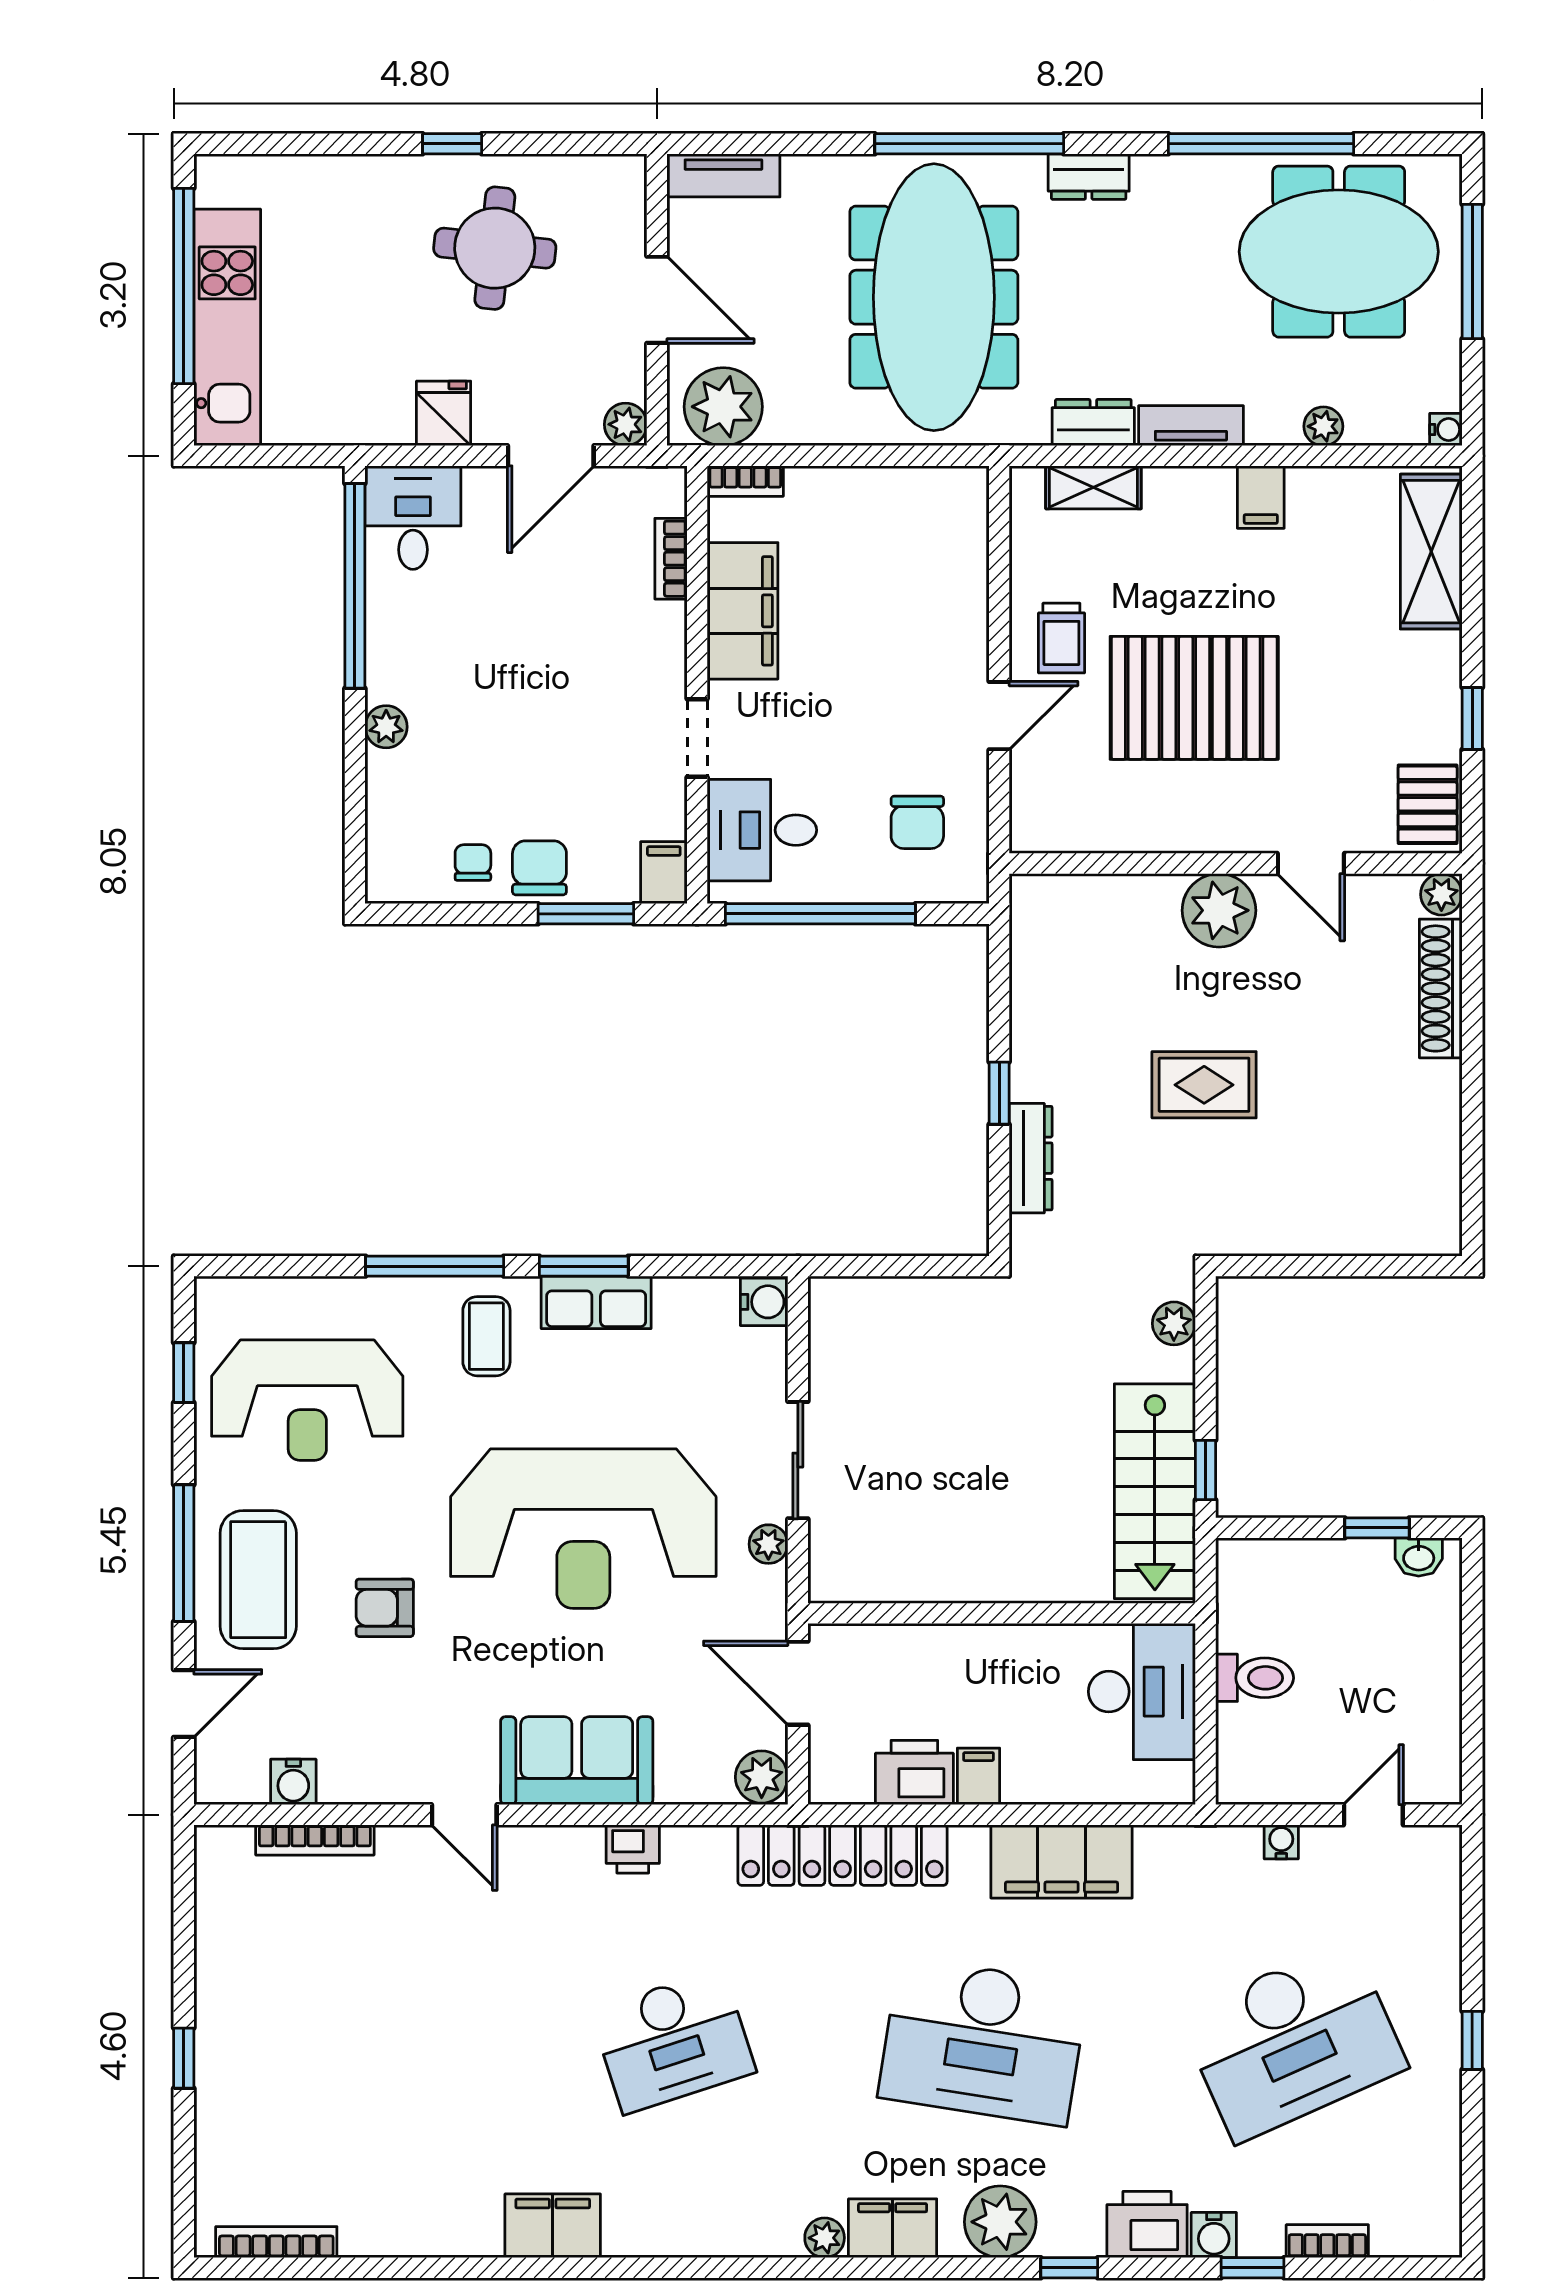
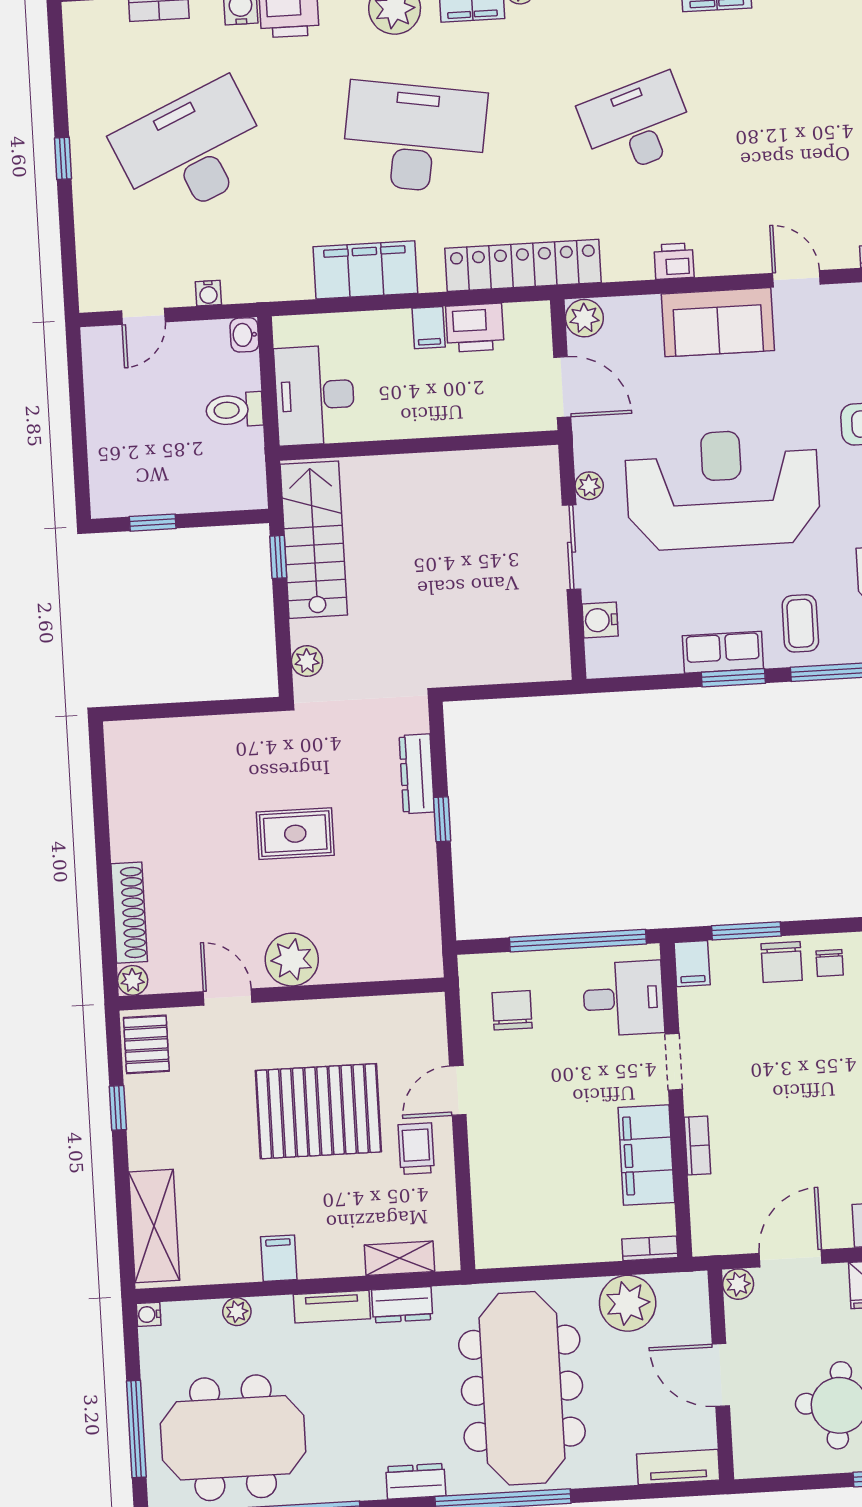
plant: (723, 407) -> (628, 1303), moved
bookcase: (671, 559) -> (697, 1145), moved
water cooler: (764, 1302) -> (600, 620), moved
washbasin: (1419, 1557) -> (244, 335), moved, turned -90

